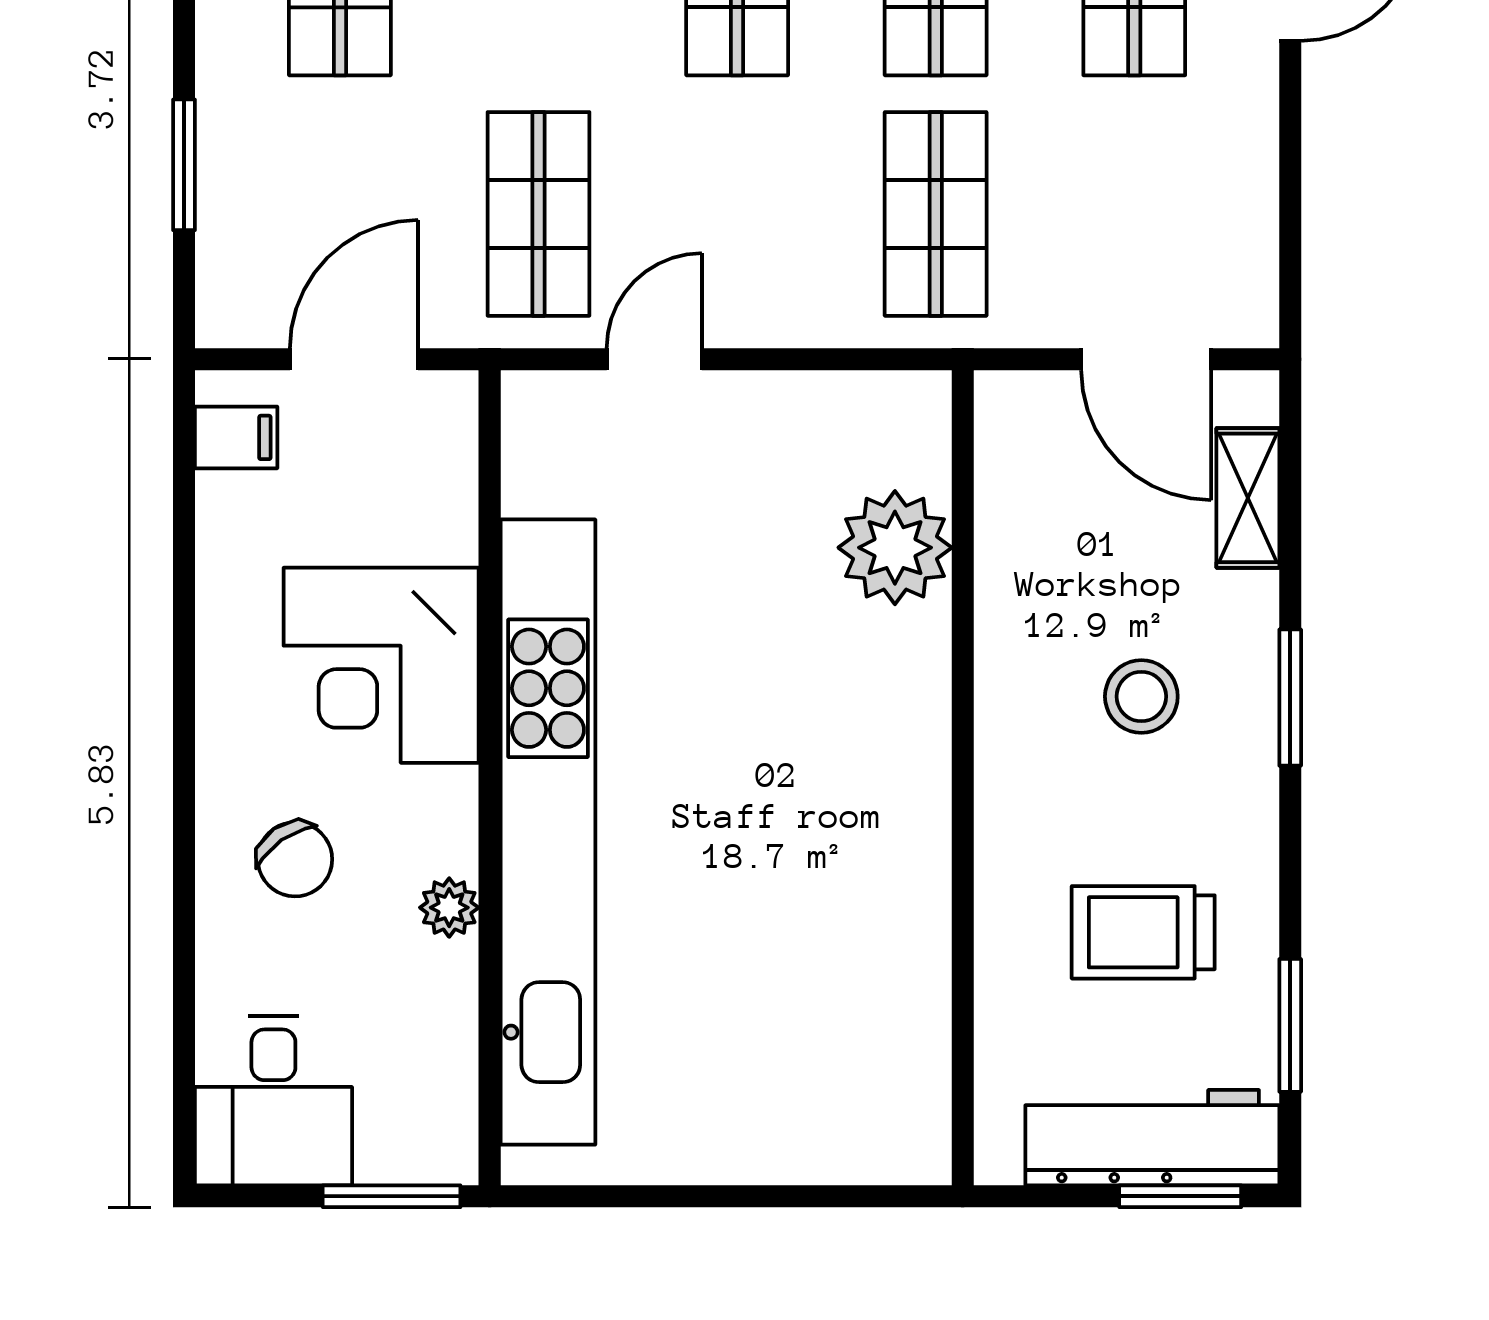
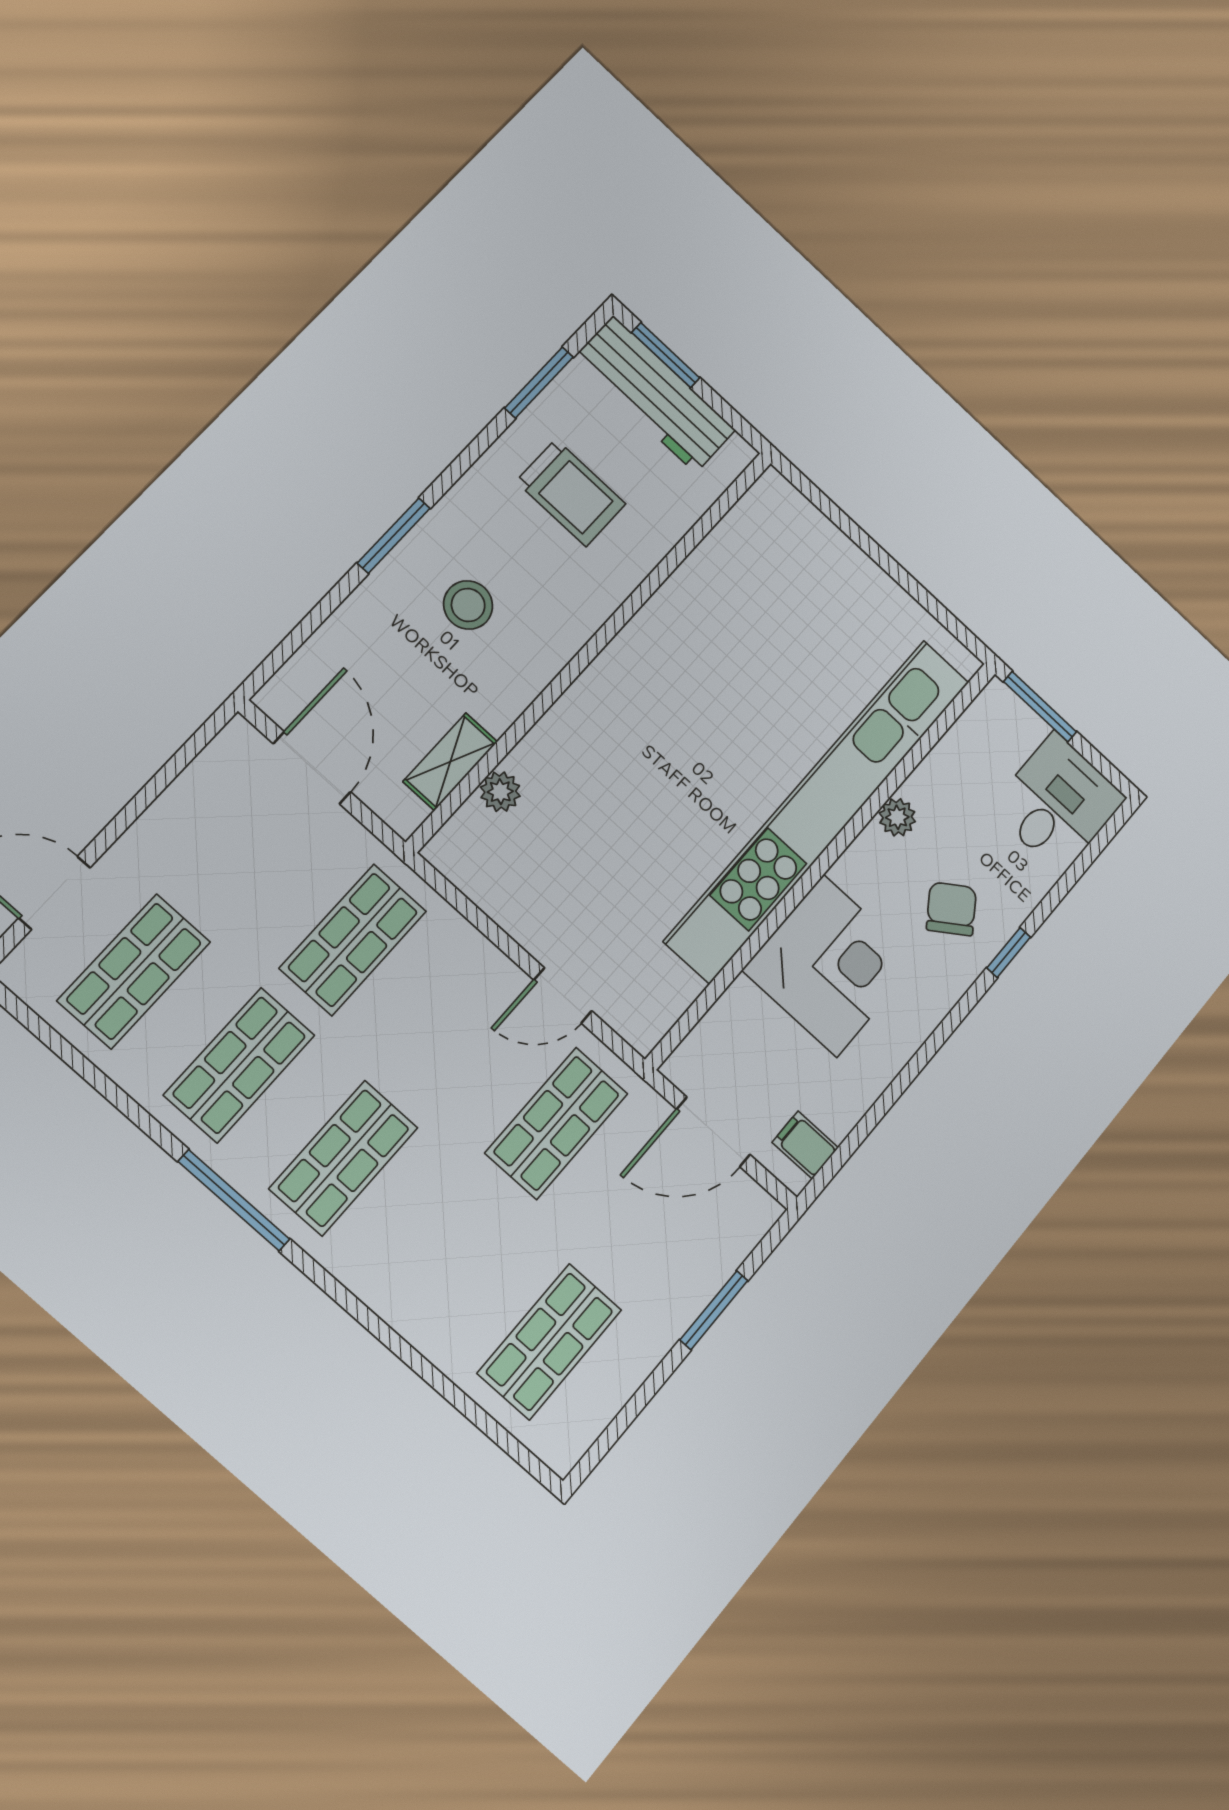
shelving: (1248, 498) -> (450, 762), moved
plant: (895, 548) -> (500, 792), width x0.53, depth x0.53
window: (184, 870) -> (1009, 952), added

